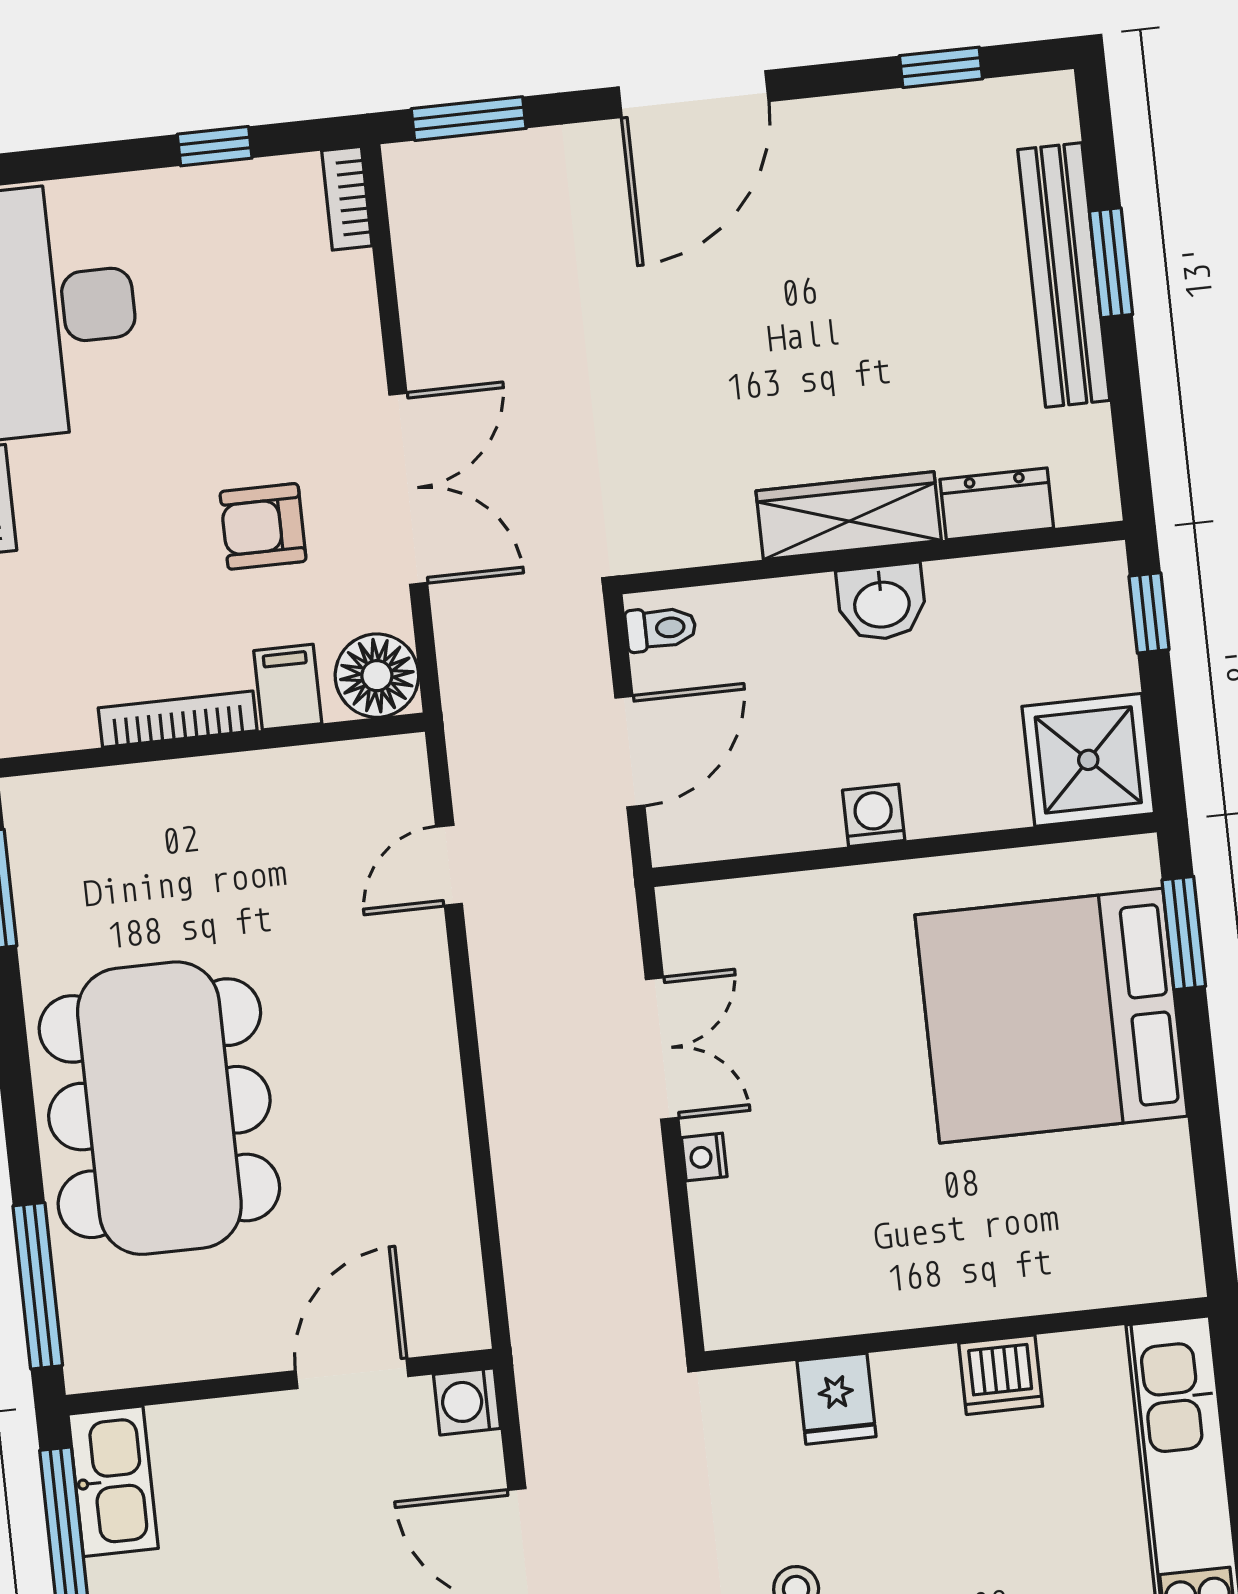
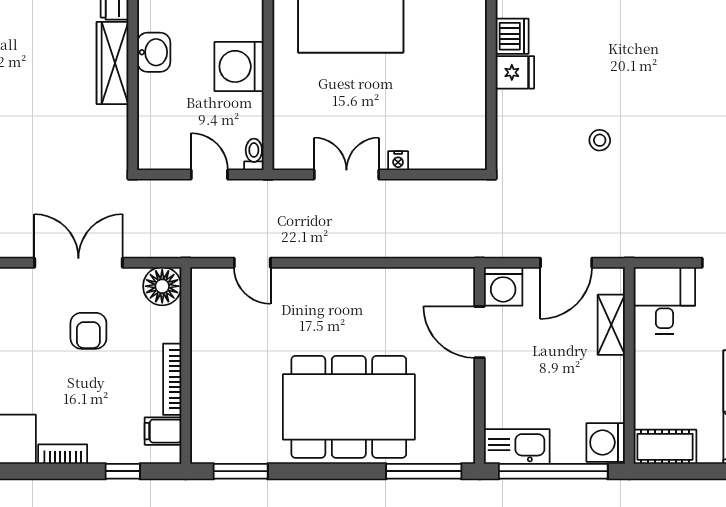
toilet: (661, 628) -> (254, 154), moved
filing cabinet: (288, 687) -> (163, 431), moved
door: (630, 752) -> (209, 175), width x0.73
washing machine: (874, 815) -> (239, 66), width x1.89, depth x1.89
fridge: (836, 1399) -> (515, 72), moved
washing machine: (467, 1401) -> (503, 286), width x1.38, depth x1.38

